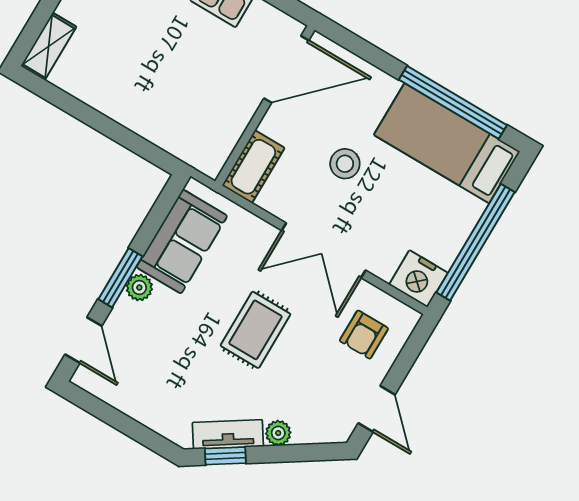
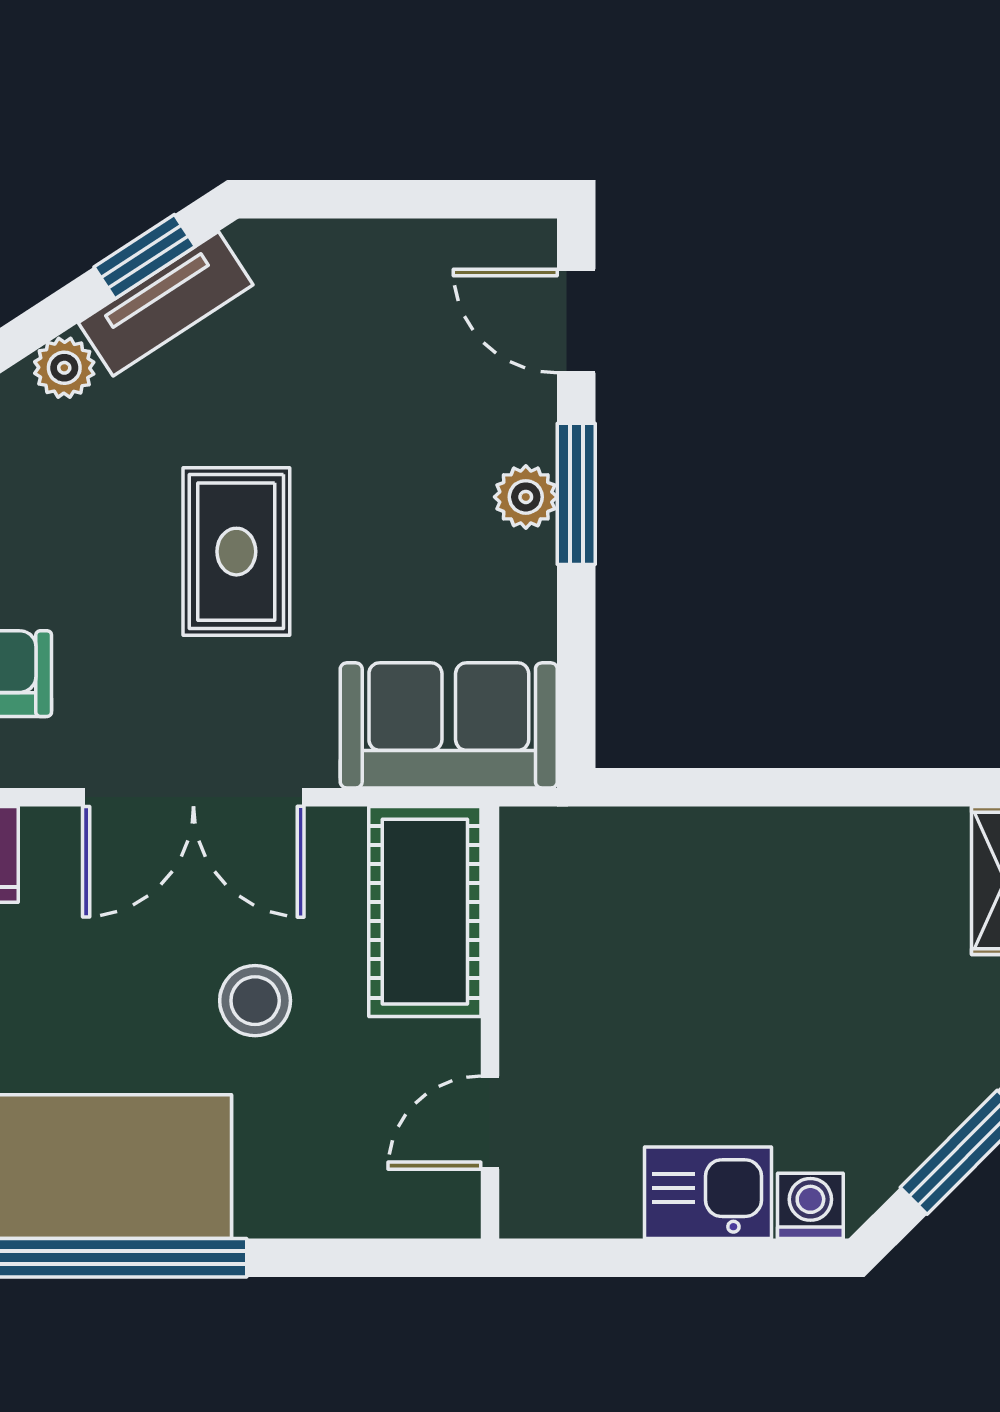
door: (286, 69) -> (490, 1123), width x0.53
cot: (253, 167) -> (425, 912), width x1.37, depth x1.34
sofa: (182, 242) -> (449, 725), moved, turned 90
double door: (324, 250) -> (193, 797), swing flipped

